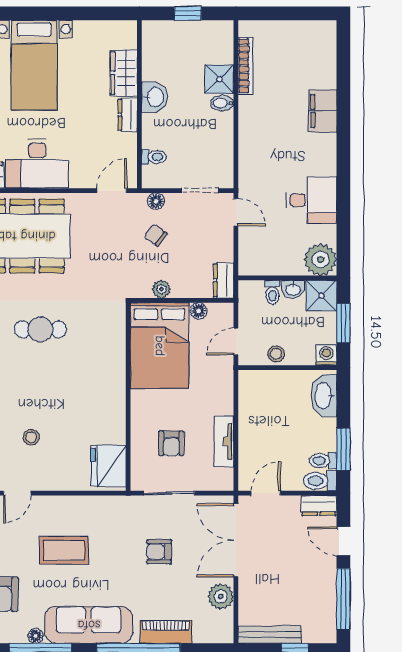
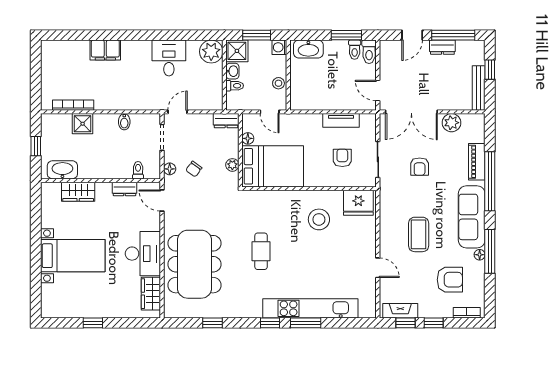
washbasin: (155, 97) -> (62, 170), moved, width x1.38
bidet: (222, 103) -> (124, 122), moved
dresser: (128, 115) -> (125, 189), moved
stool: (31, 437) -> (319, 219), moved, width x1.89, depth x1.89
armchair: (171, 443) -> (342, 158), turned -90
dresser: (319, 505) -> (442, 47), moved, turned 90

